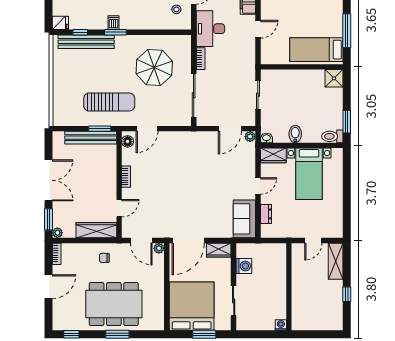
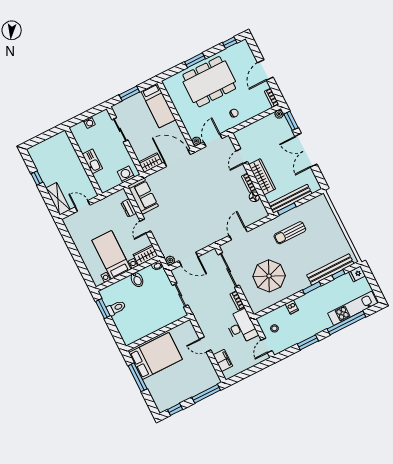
dishwasher: (114, 23) -> (292, 307), moved
door: (258, 29) -> (205, 345), hinge flipped
bed: (316, 50) -> (156, 356), width x1.50
shower: (334, 78) -> (129, 336), removed
sun lounger: (109, 102) -> (290, 233), width x0.73, depth x0.75
door: (147, 129) -> (238, 234), moved
door: (230, 129) -> (188, 259), swing flipped
toilet: (332, 136) -> (116, 308), moved
floor lamp: (128, 141) -> (254, 197), moved
wardrobe: (96, 230) -> (262, 177), moved, turned -90
door: (141, 240) -> (213, 140), hinge flipped
door: (188, 240) -> (177, 158), hinge flipped
door: (313, 240) -> (83, 206), hinge flipped
washing machine: (244, 266) -> (126, 174), moved, turned 90
kitchen sink: (279, 282) -> (92, 161), added
bed: (192, 306) -> (158, 106), width x0.49
washing machine: (281, 325) -> (89, 122), moved

